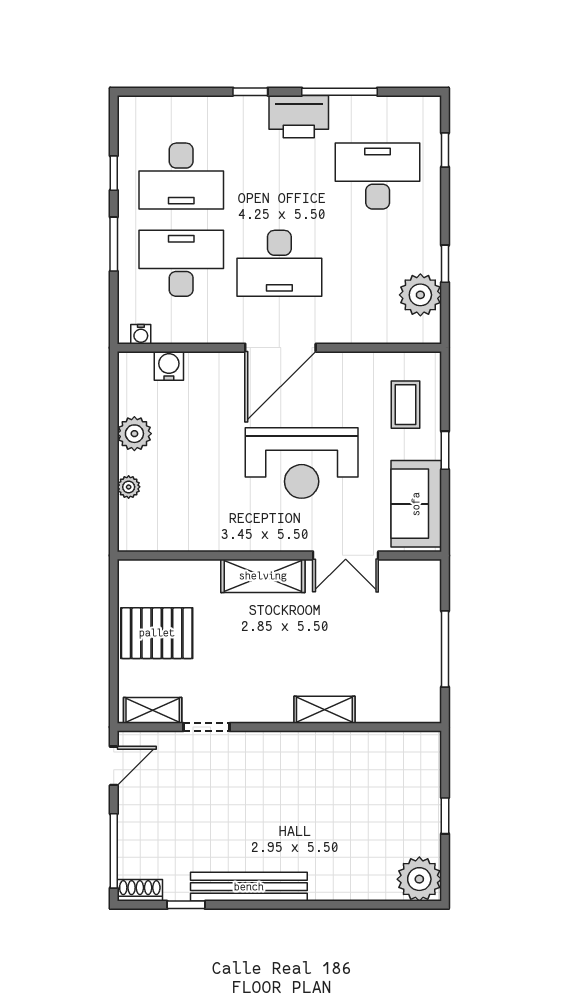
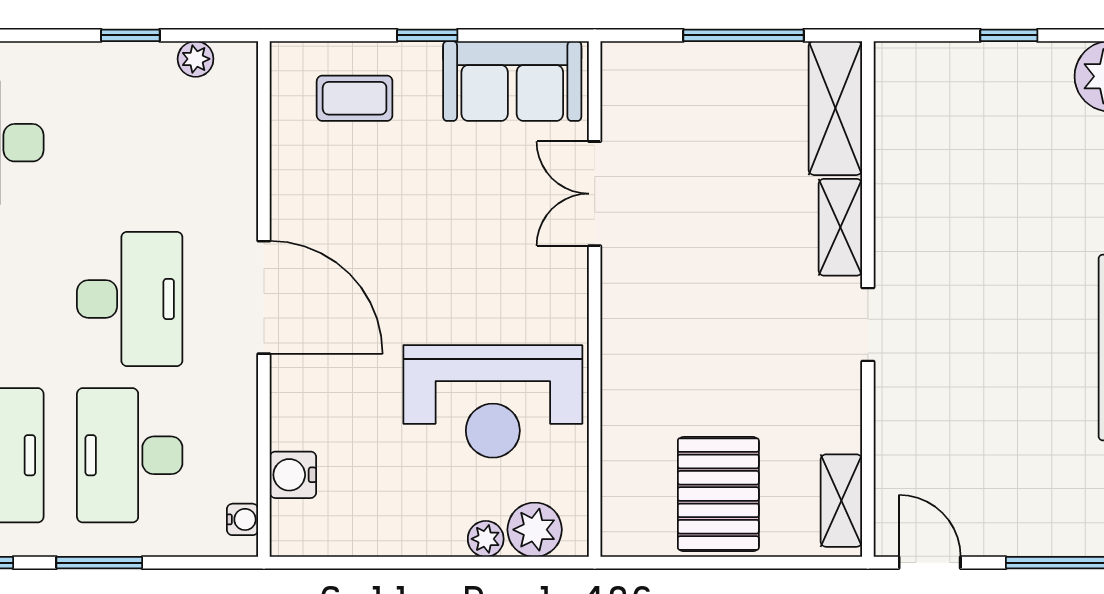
plant: (420, 295) -> (196, 59), width x0.53, depth x0.53
plant: (134, 434) -> (535, 530), moved
reception desk: (302, 463) -> (493, 401), moved, turned 90
double door: (346, 555) -> (595, 194), swing flipped
shelving: (263, 576) -> (835, 108), moved
doorway: (206, 727) -> (868, 324), moved

